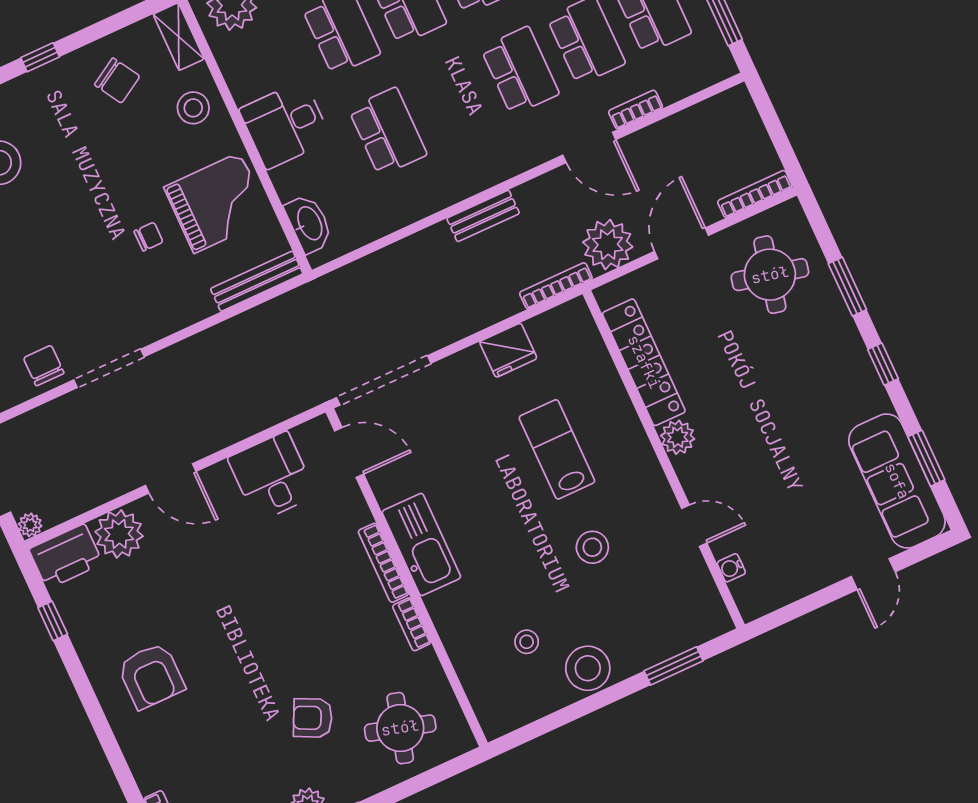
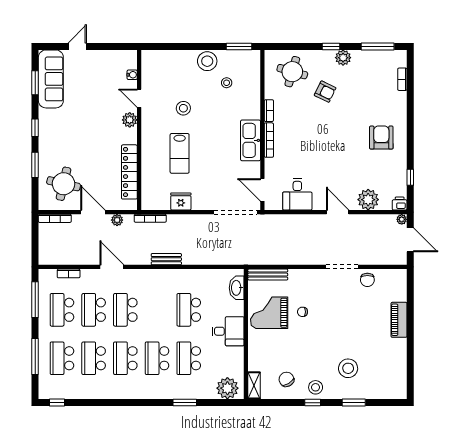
stool: (193, 108) -> (316, 387), moved
bookcase: (636, 110) -> (69, 273), moved
door: (682, 243) -> (93, 212), swing flipped
plant: (608, 244) -> (117, 220), width x0.53, depth x0.53
plant: (678, 437) -> (130, 120), moved
printer: (66, 556) -> (400, 204), width x0.53, depth x0.68
window: (674, 666) -> (239, 46), moved

